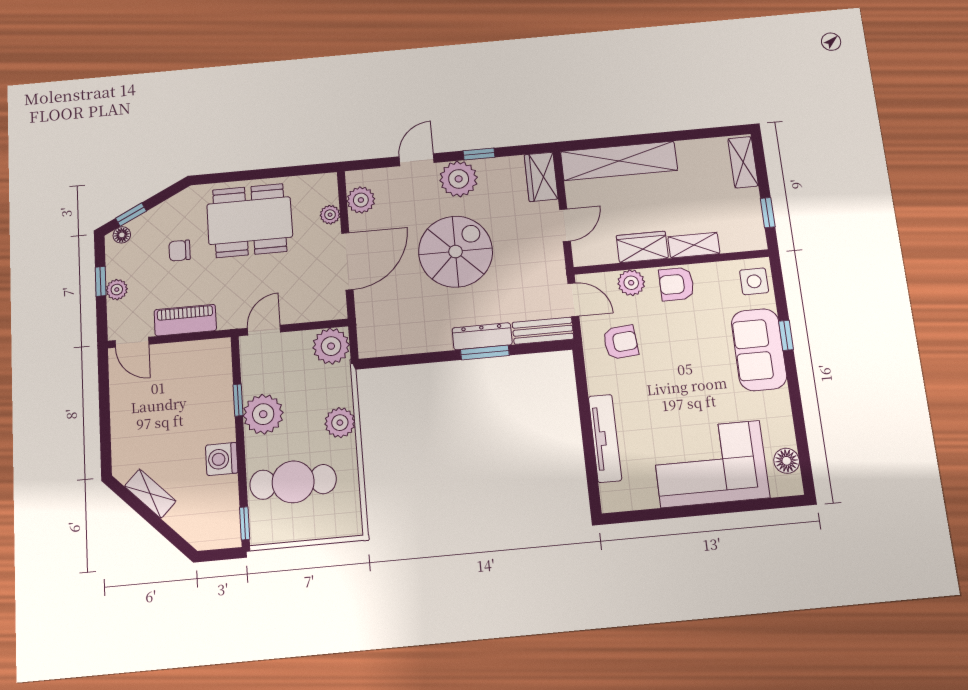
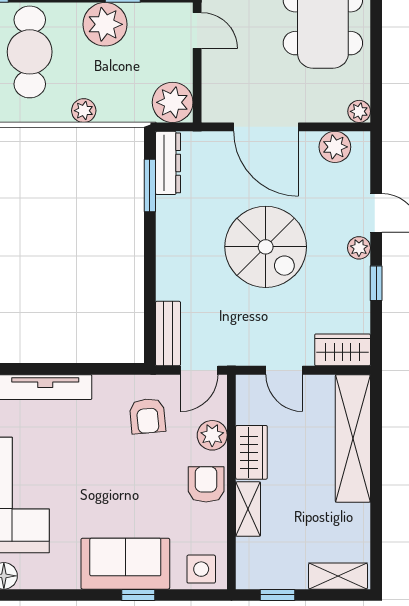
plant: (459, 179) -> (359, 248), width x0.53, depth x0.53
plant: (330, 215) -> (359, 111), moved
dresser: (482, 336) -> (168, 163), moved
window: (485, 353) -> (150, 185), moved
plant: (340, 423) -> (84, 111), width x0.73, depth x0.73

